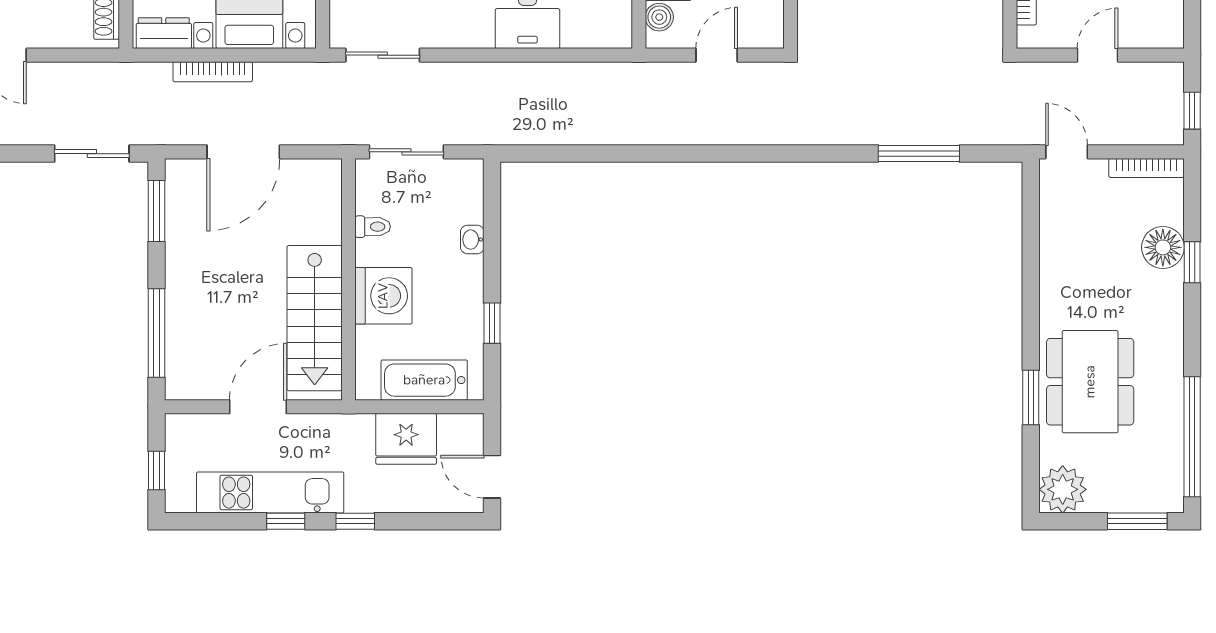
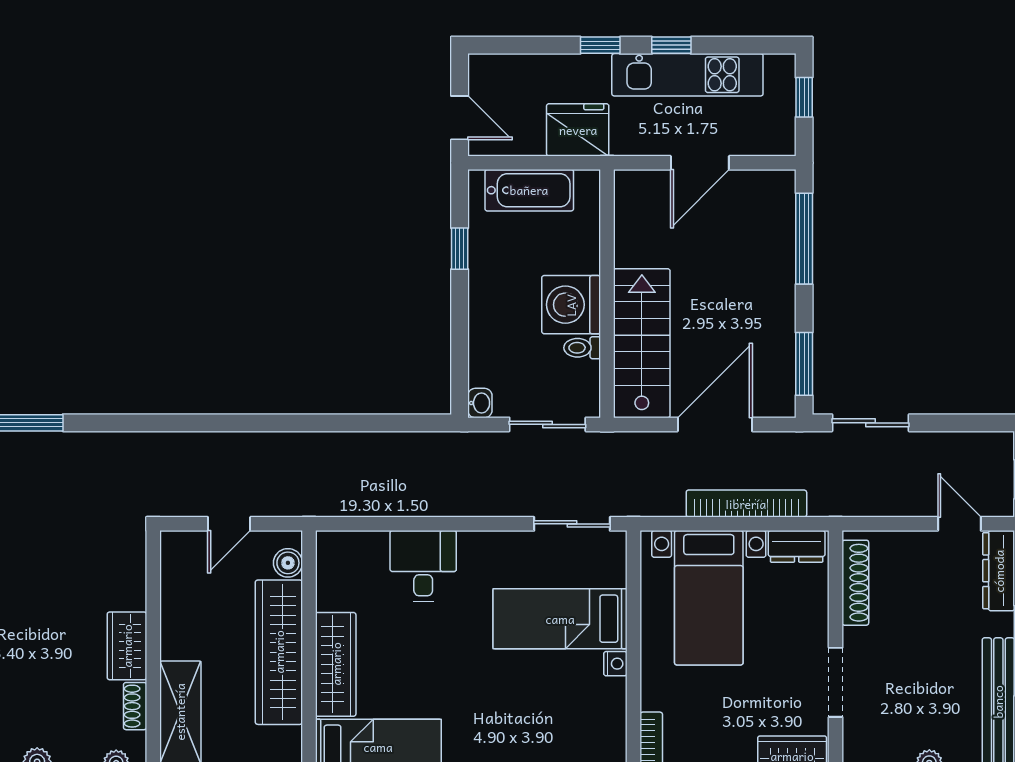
bookcase: (213, 72) -> (746, 504), width x1.48, depth x1.31
washbasin: (472, 240) -> (480, 403), moved
washing machine: (383, 296) -> (571, 305), moved
stairs: (315, 318) -> (642, 343), moved
fridge: (406, 439) -> (578, 130), moved
door: (492, 477) -> (460, 118), moved

